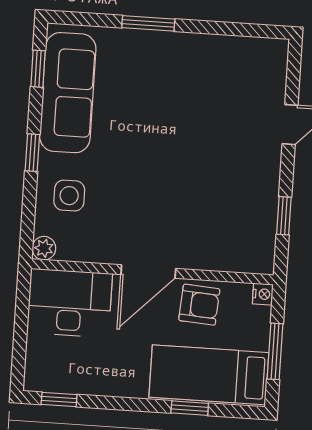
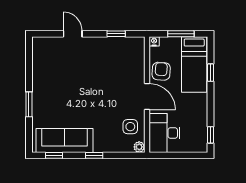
side table: (69, 196) -> (130, 127), moved

